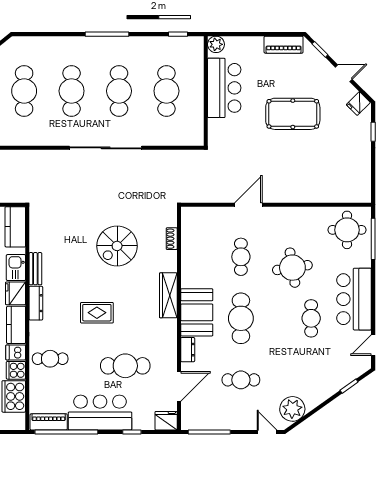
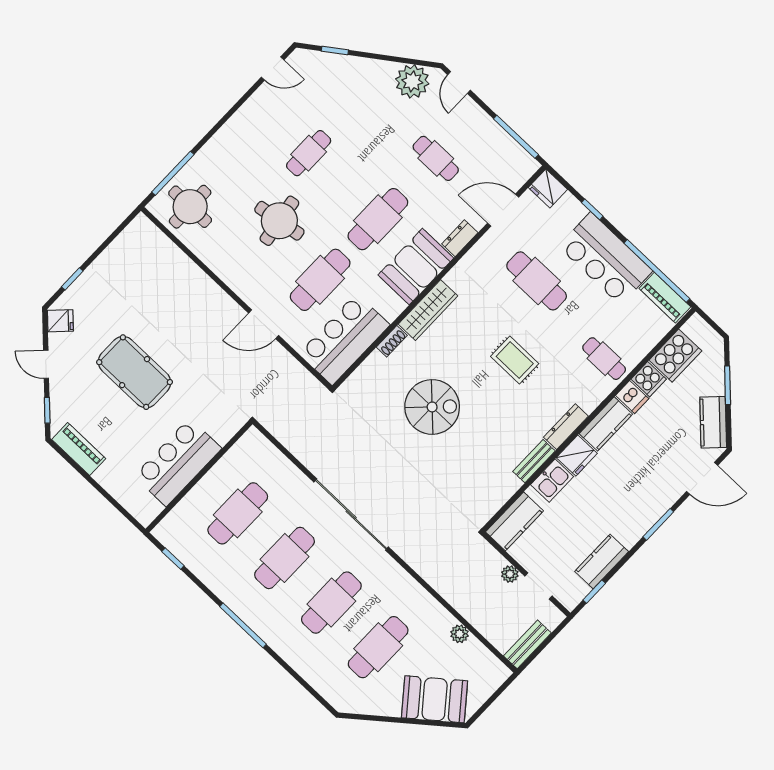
plant: (216, 44) -> (145, 513), removed
shoe rack: (172, 239) -> (392, 341), moved
cafe table: (241, 257) -> (320, 280), width x1.37, depth x1.35
bar counter: (354, 299) -> (344, 339), moved, turned 180

